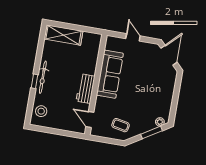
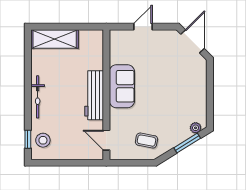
door: (133, 37) -> (143, 27), hinge flipped
sofa: (110, 74) -> (122, 86), width x0.73
window: (34, 81) -> (28, 139), moved
workbench: (85, 89) -> (94, 95), width x1.38

